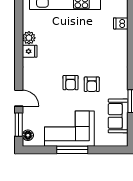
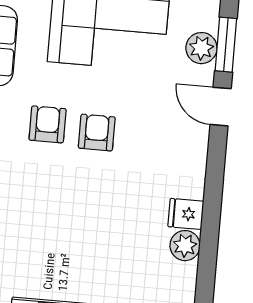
plant: (29, 122) -> (201, 48), added
floor lamp: (28, 135) -> (207, 18), removed

